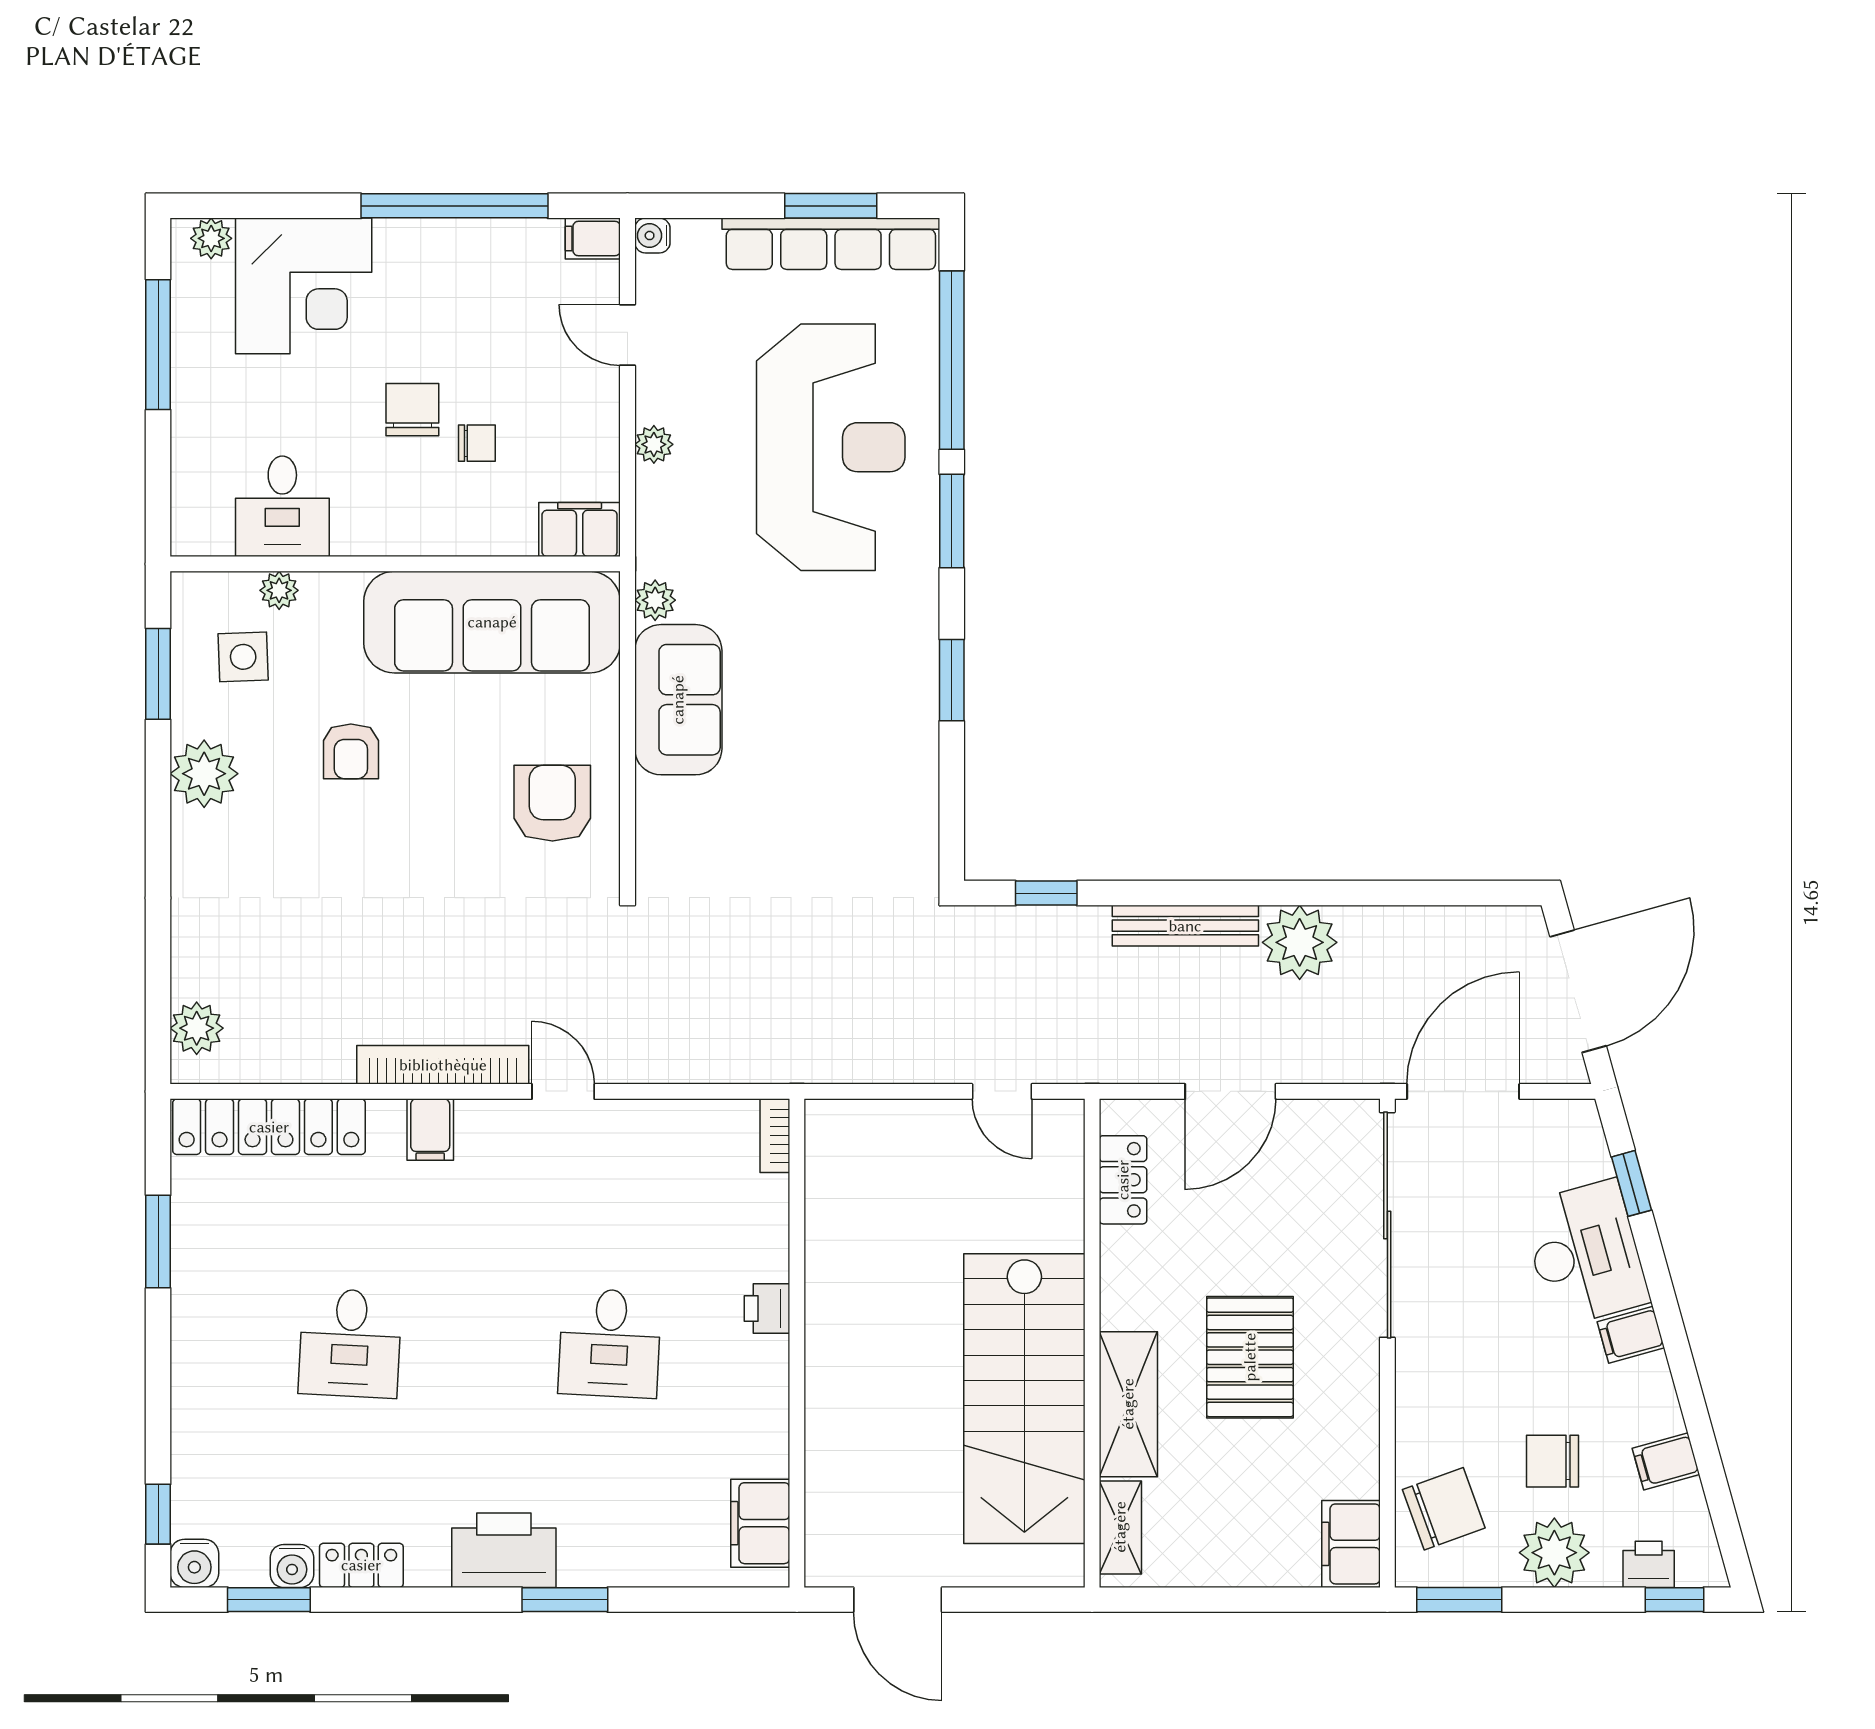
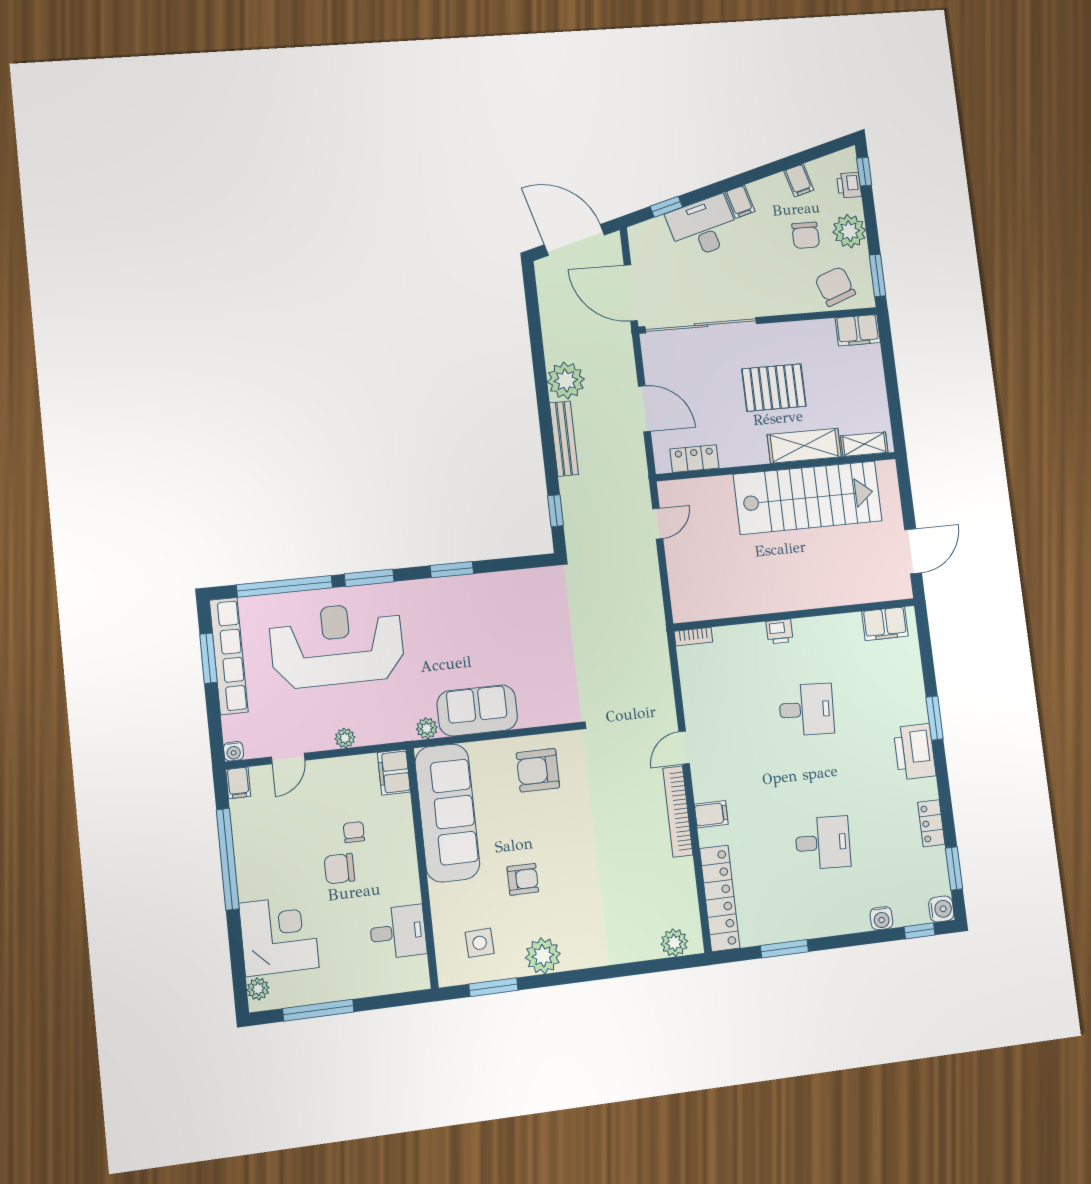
plant: (279, 590) -> (443, 928), removed
water cooler: (292, 1566) -> (881, 918), moved, turned 90

